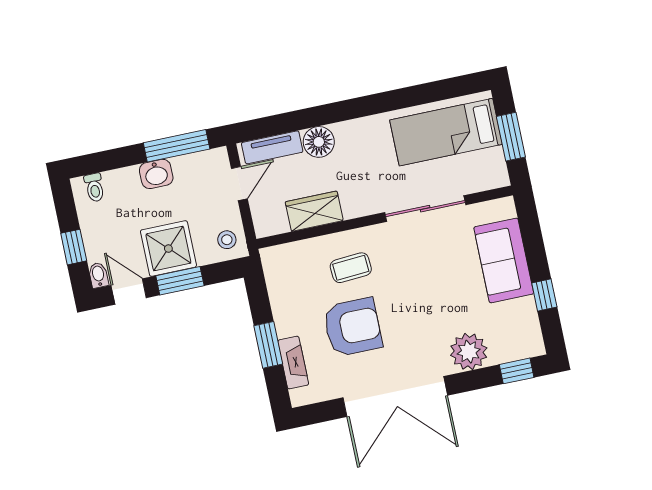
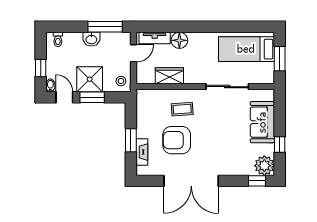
armchair: (353, 327) -> (177, 140), turned 180
plant: (469, 352) -> (264, 166), moved

